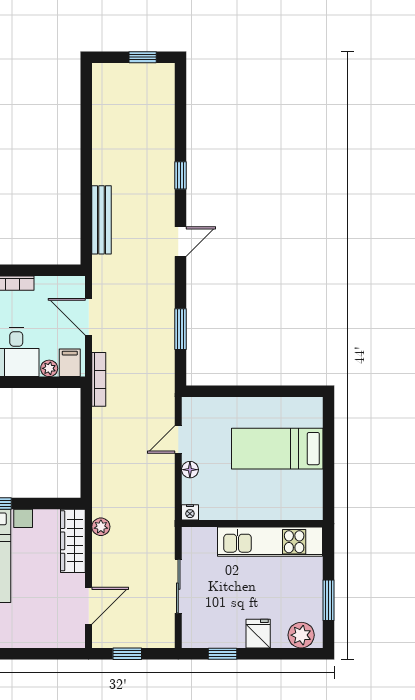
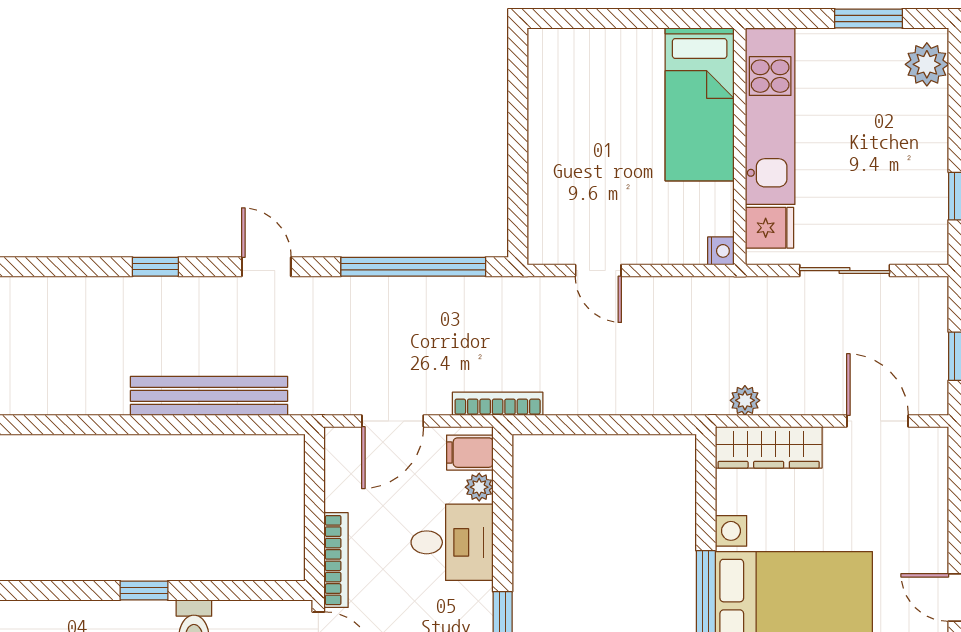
bench: (102, 220) -> (209, 396), width x1.37, depth x1.21
window: (180, 329) -> (413, 267), width x2.11
bed: (277, 449) -> (700, 104), moved
floor lamp: (190, 470) -> (649, 251), removed
fridge: (258, 634) -> (770, 228), moved, turned 180

